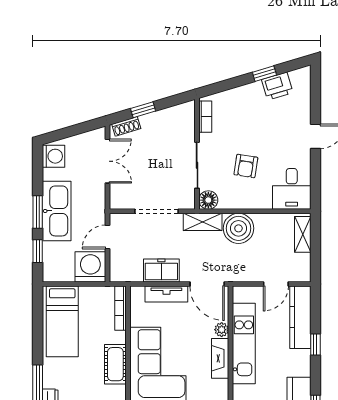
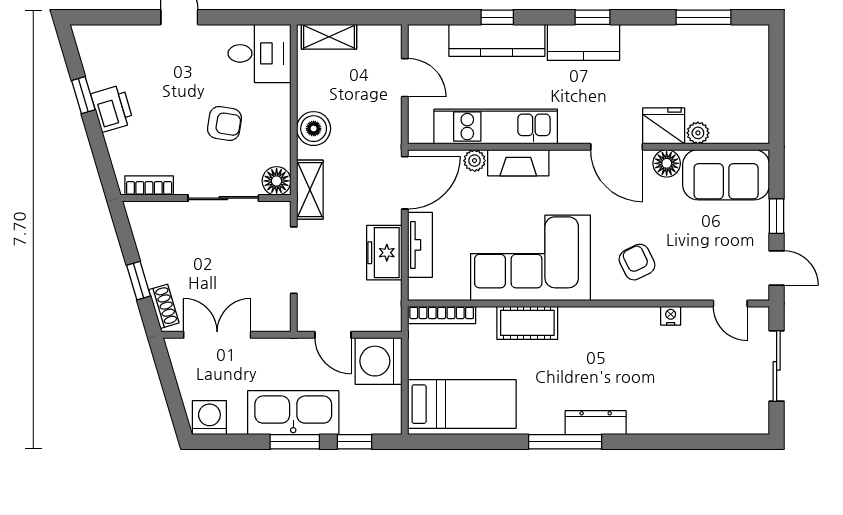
printer: (277, 86) -> (112, 109), moved
boiler: (238, 228) -> (314, 129), width x0.73, depth x0.73
kitchen counter: (300, 317) -> (497, 40), moved

